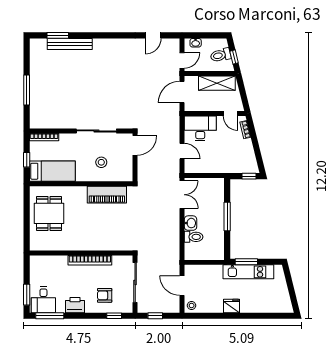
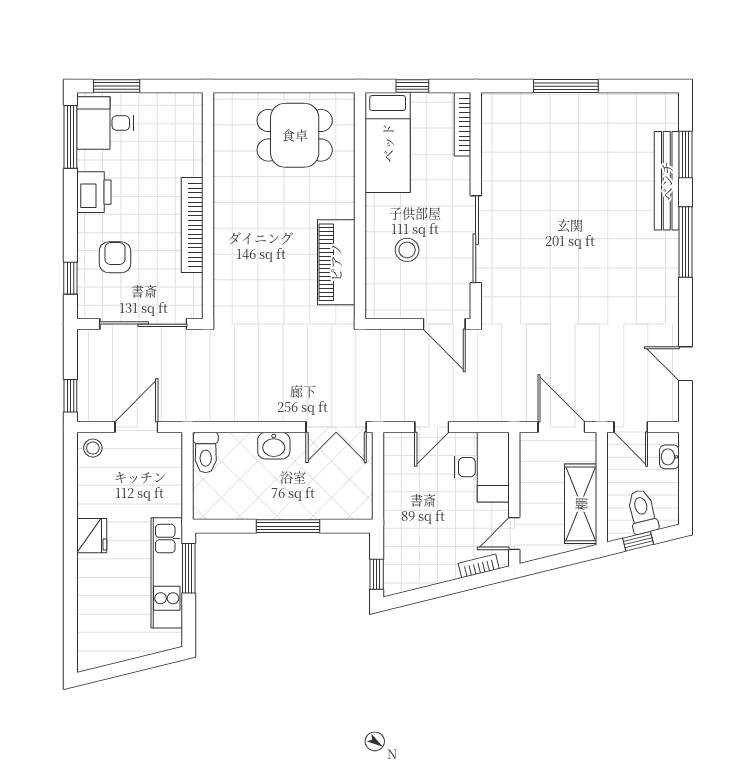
window: (98, 35) -> (685, 242), added
toilet: (194, 237) -> (206, 452), moved
window: (155, 316) -> (70, 396), moved

